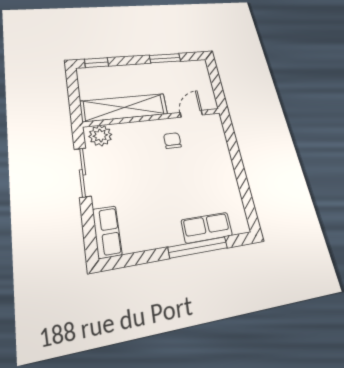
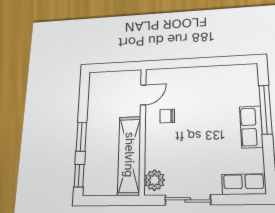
window: (165, 58) -> (81, 137), moved
door: (191, 114) -> (143, 95), swing flipped
row of seats: (207, 228) -> (251, 127), moved

